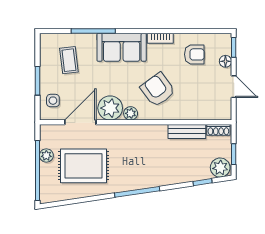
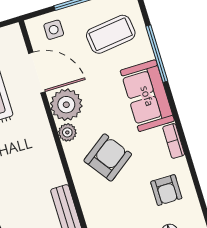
coffee table: (69, 60) -> (111, 34), width x1.36, depth x1.30

